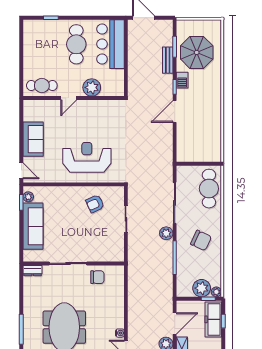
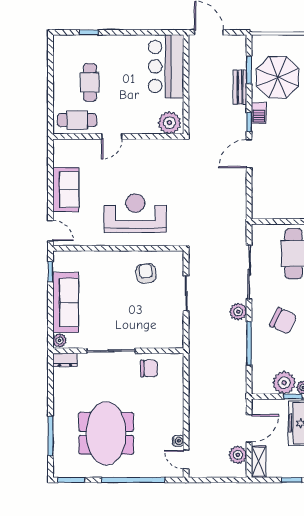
cafe table: (76, 44) -> (90, 82), moved, width x0.73, depth x0.74
plant: (92, 87) -> (169, 123), moved
plant: (28, 197) -> (60, 340), moved
armchair: (95, 204) -> (146, 273), turned 108

